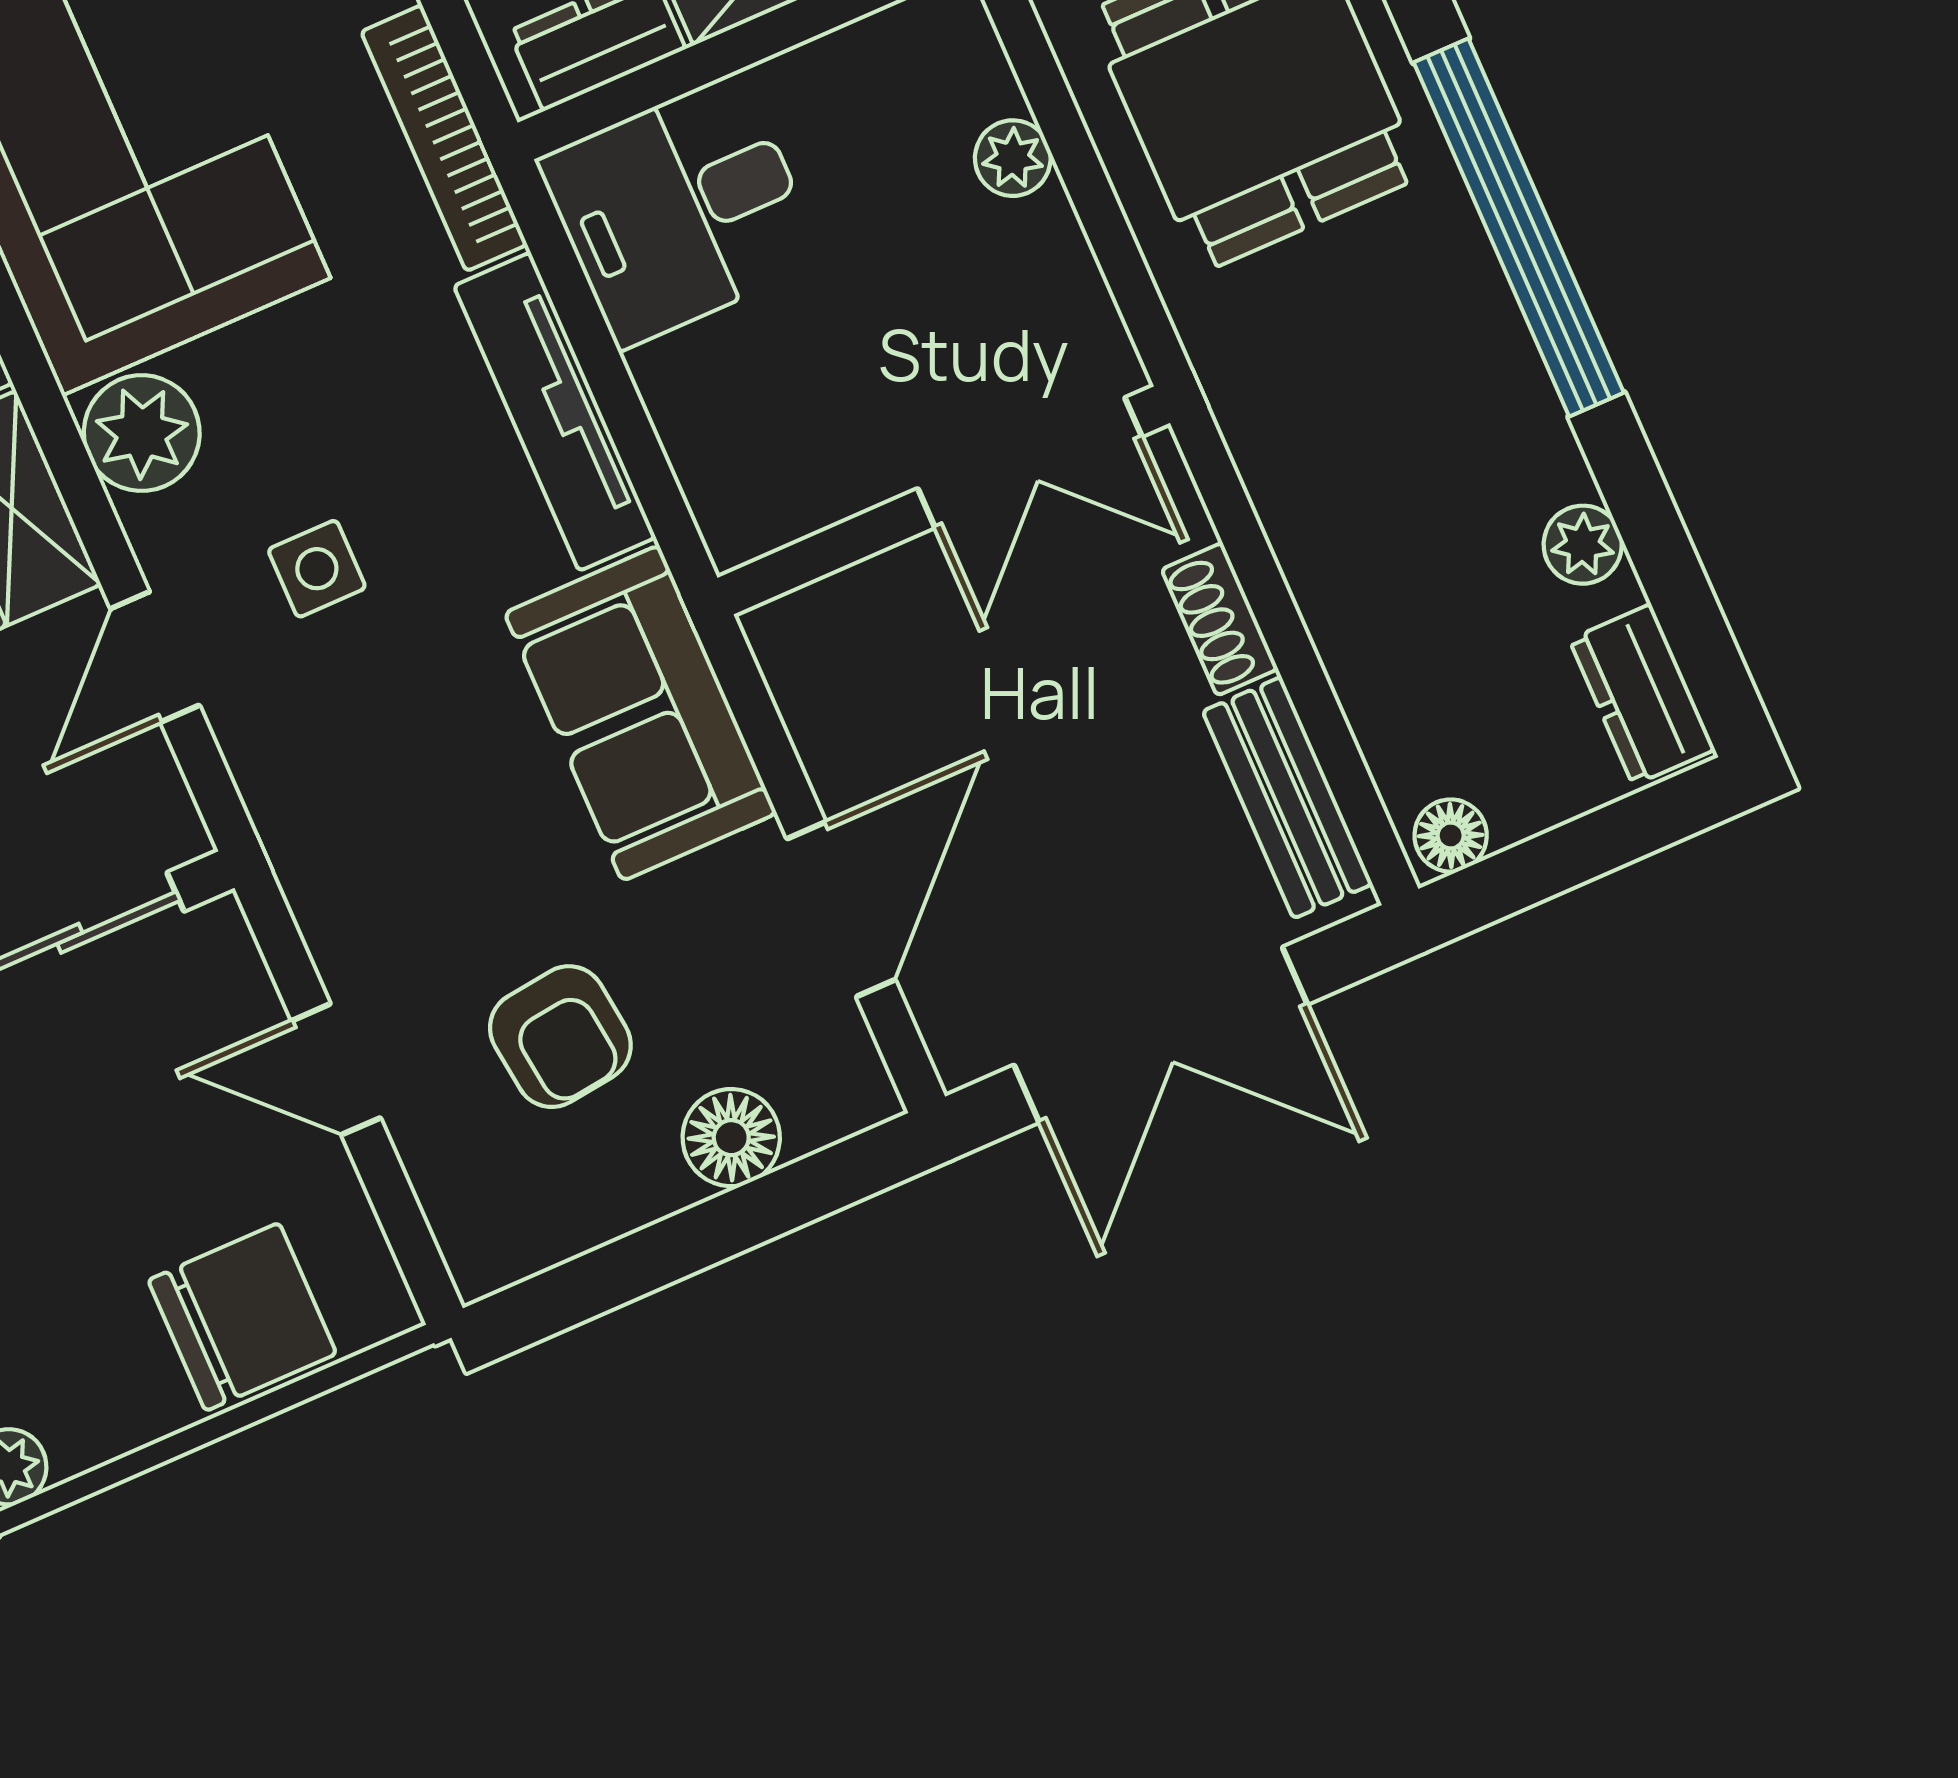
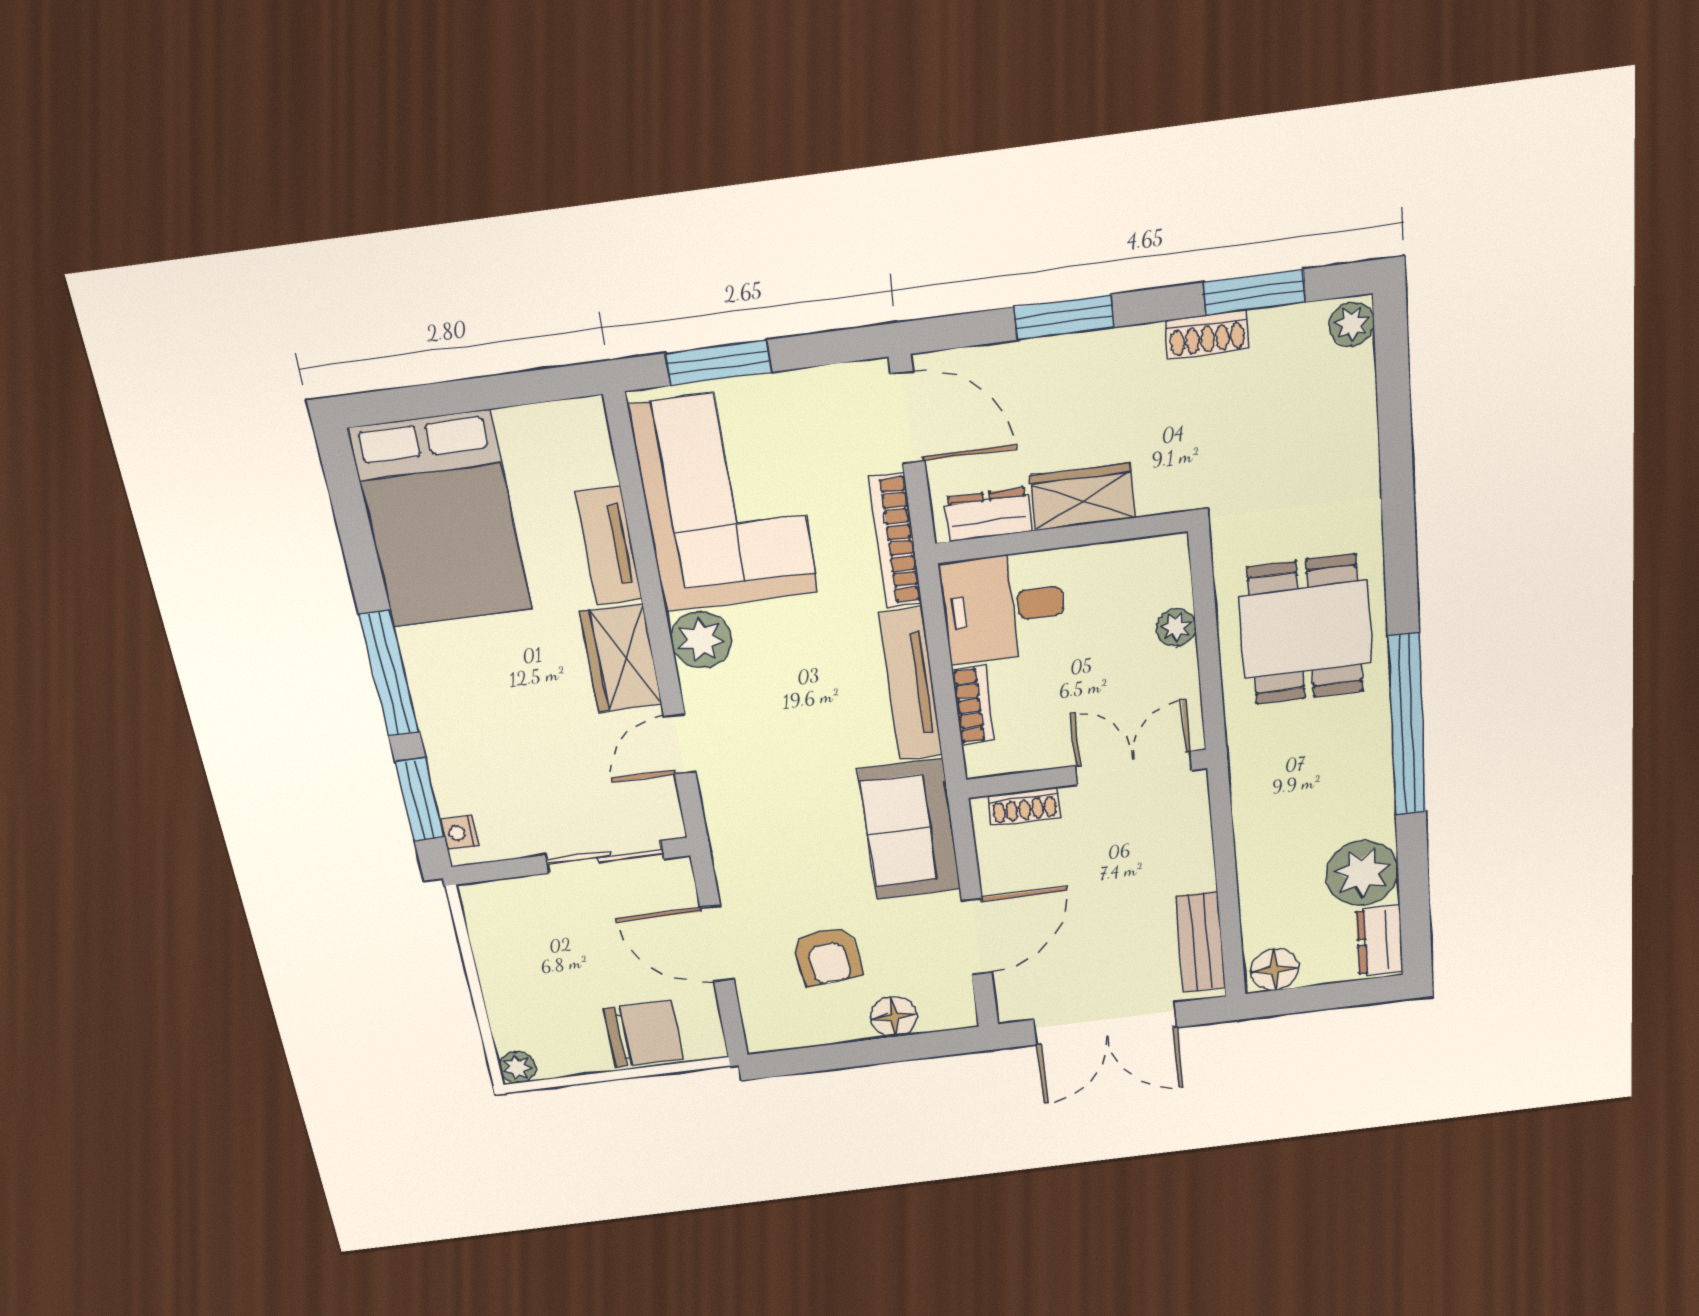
bookcase: (684, 421) -> (973, 706), added
double door: (1030, 463) -> (1134, 768), swing flipped
plant: (1583, 545) -> (1362, 873), width x1.87, depth x1.87
side table: (317, 569) -> (771, 725), removed
shoe rack: (1220, 619) -> (1024, 806), moved, turned -90
floor lamp: (1451, 835) -> (1275, 970), width x1.37, depth x1.37
door: (336, 1069) -> (717, 944), width x1.38

